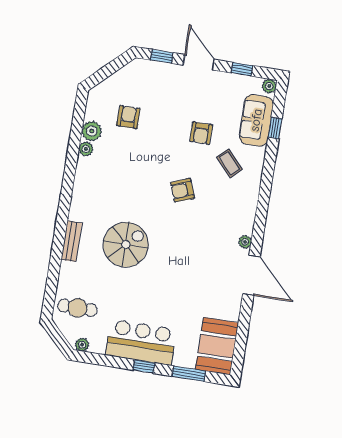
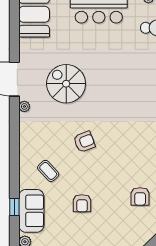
armchair: (201, 133) -> (82, 203), moved, turned 180
spiral stairs: (126, 245) -> (66, 84), moved, turned 90

